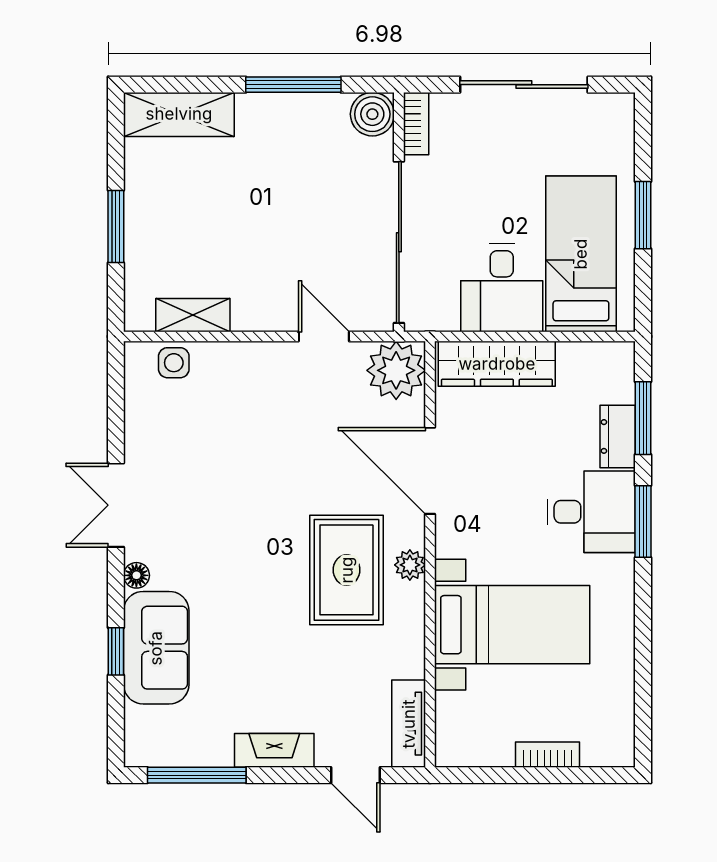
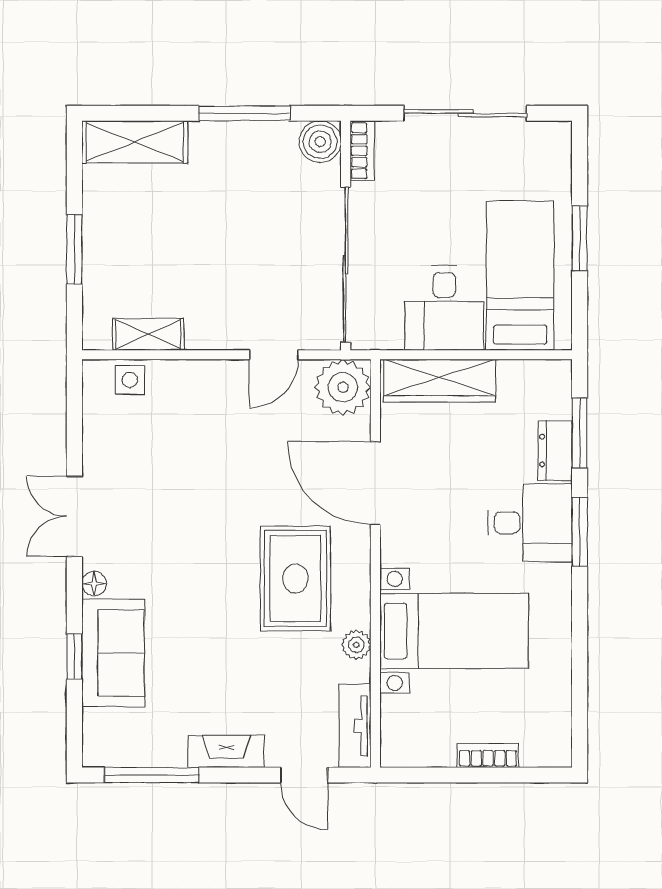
door: (324, 336) -> (274, 355), swing flipped
plant: (410, 565) -> (356, 645), moved

